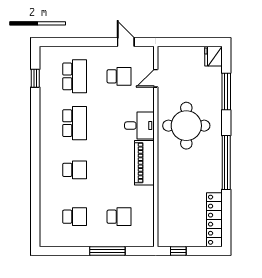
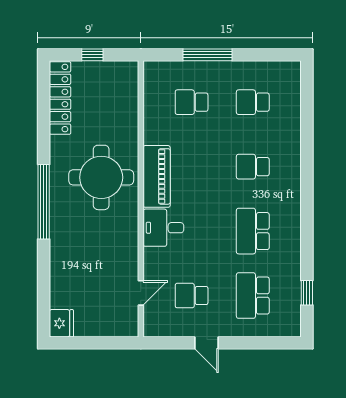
door: (126, 42) -> (206, 343), moved
window: (226, 92) -> (44, 275), removed
round table: (186, 126) -> (101, 177), moved
window: (226, 162) -> (44, 202), moved
window: (178, 251) -> (92, 55), moved

